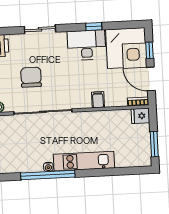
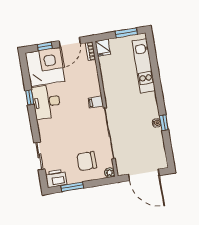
sliding door: (40, 29) -> (39, 156), moved
chair: (31, 77) -> (87, 161), moved
filing cabinet: (98, 100) -> (96, 102), moved
kitchen unit: (84, 161) -> (144, 66), moved
window: (48, 175) -> (164, 123), width x0.32

